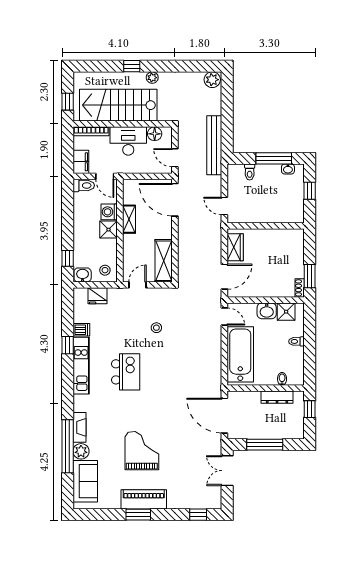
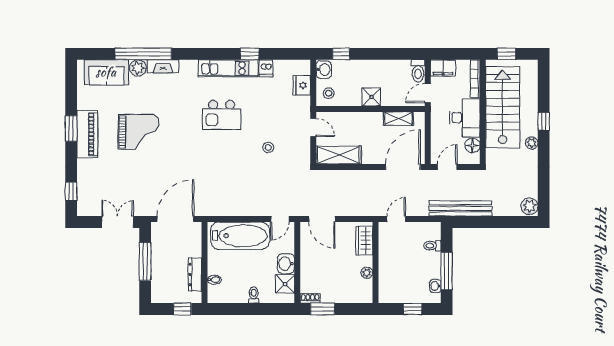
washing machine: (109, 212) -> (390, 98), removed
shelving: (129, 219) -> (398, 119), moved
plant: (275, 234) -> (367, 273), added
wardrobe: (235, 247) -> (364, 241), moved, turned 90

